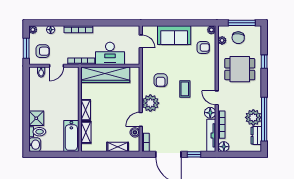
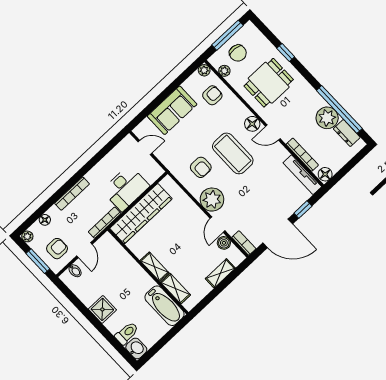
coffee table: (185, 89) -> (233, 153), width x1.86, depth x1.72
floor lamp: (210, 113) -> (252, 124), moved
shower: (36, 118) -> (102, 309), moved

